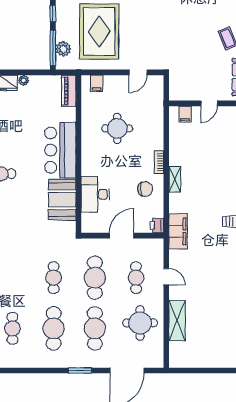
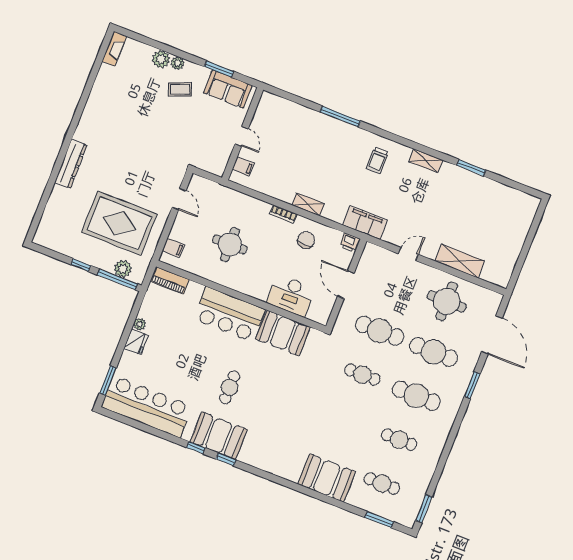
cafe table: (136, 278) -> (397, 287), removed

